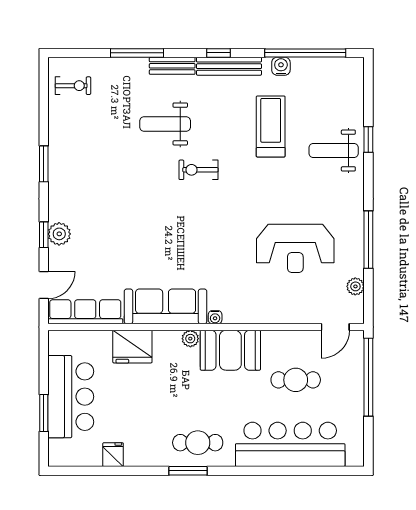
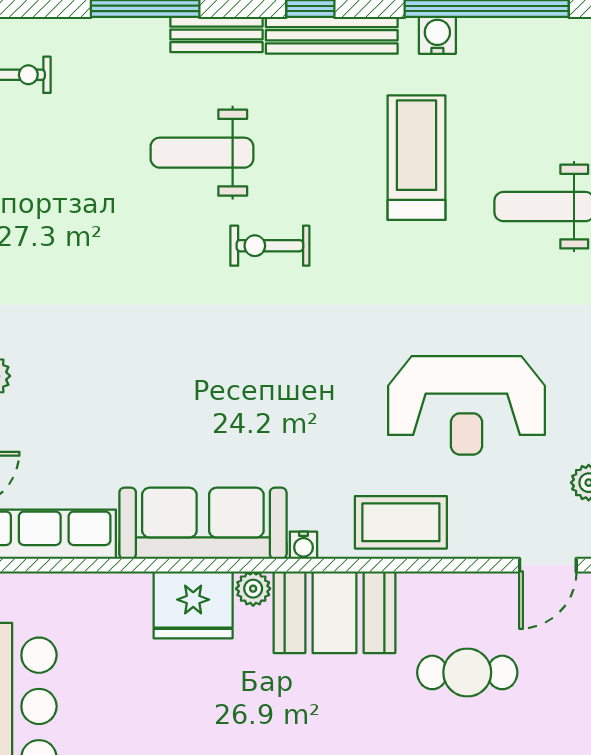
coffee table: (263, 306) -> (401, 522), added
fridge: (132, 347) -> (193, 605), moved

